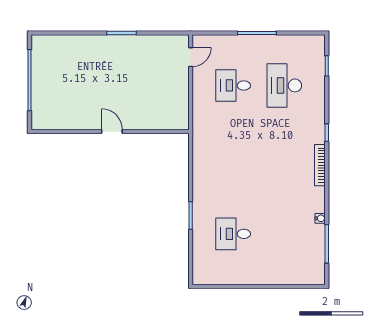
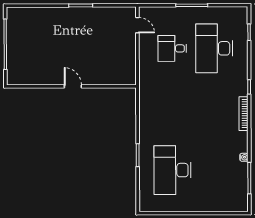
door: (191, 57) -> (137, 25), hinge flipped
desk: (284, 85) -> (214, 48), width x1.36, depth x1.30
desk: (233, 234) -> (173, 170), width x1.87, depth x1.30

